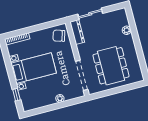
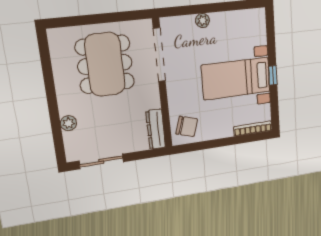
sliding door: (90, 14) -> (101, 161), moved
window: (16, 95) -> (273, 75), moved

